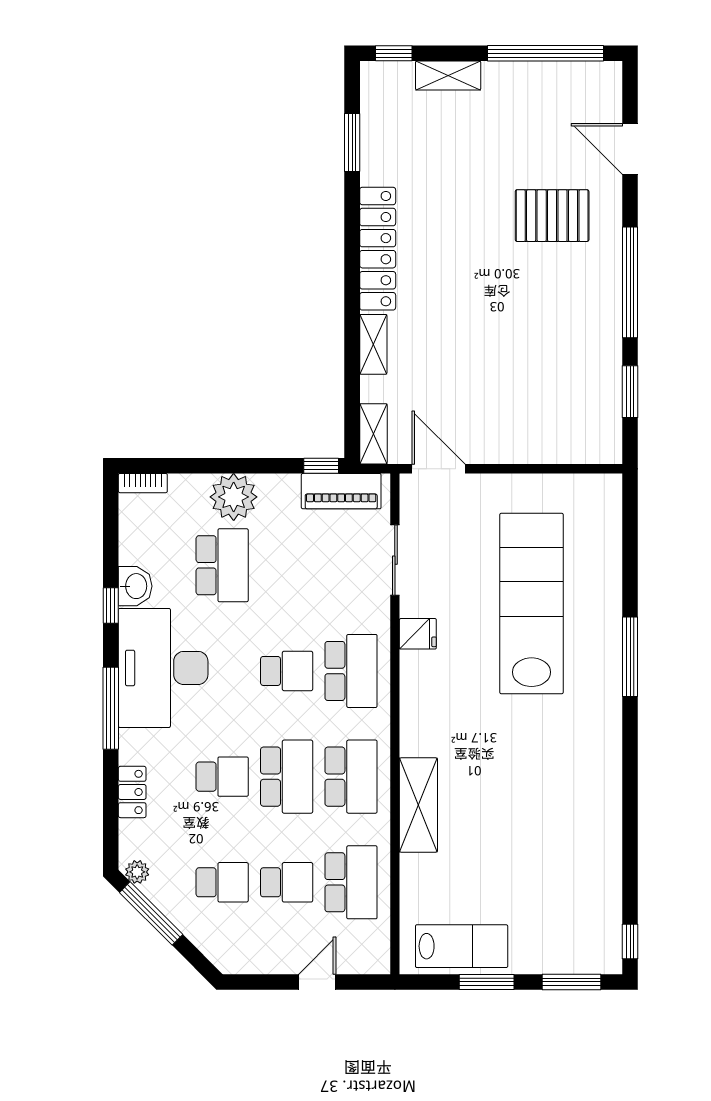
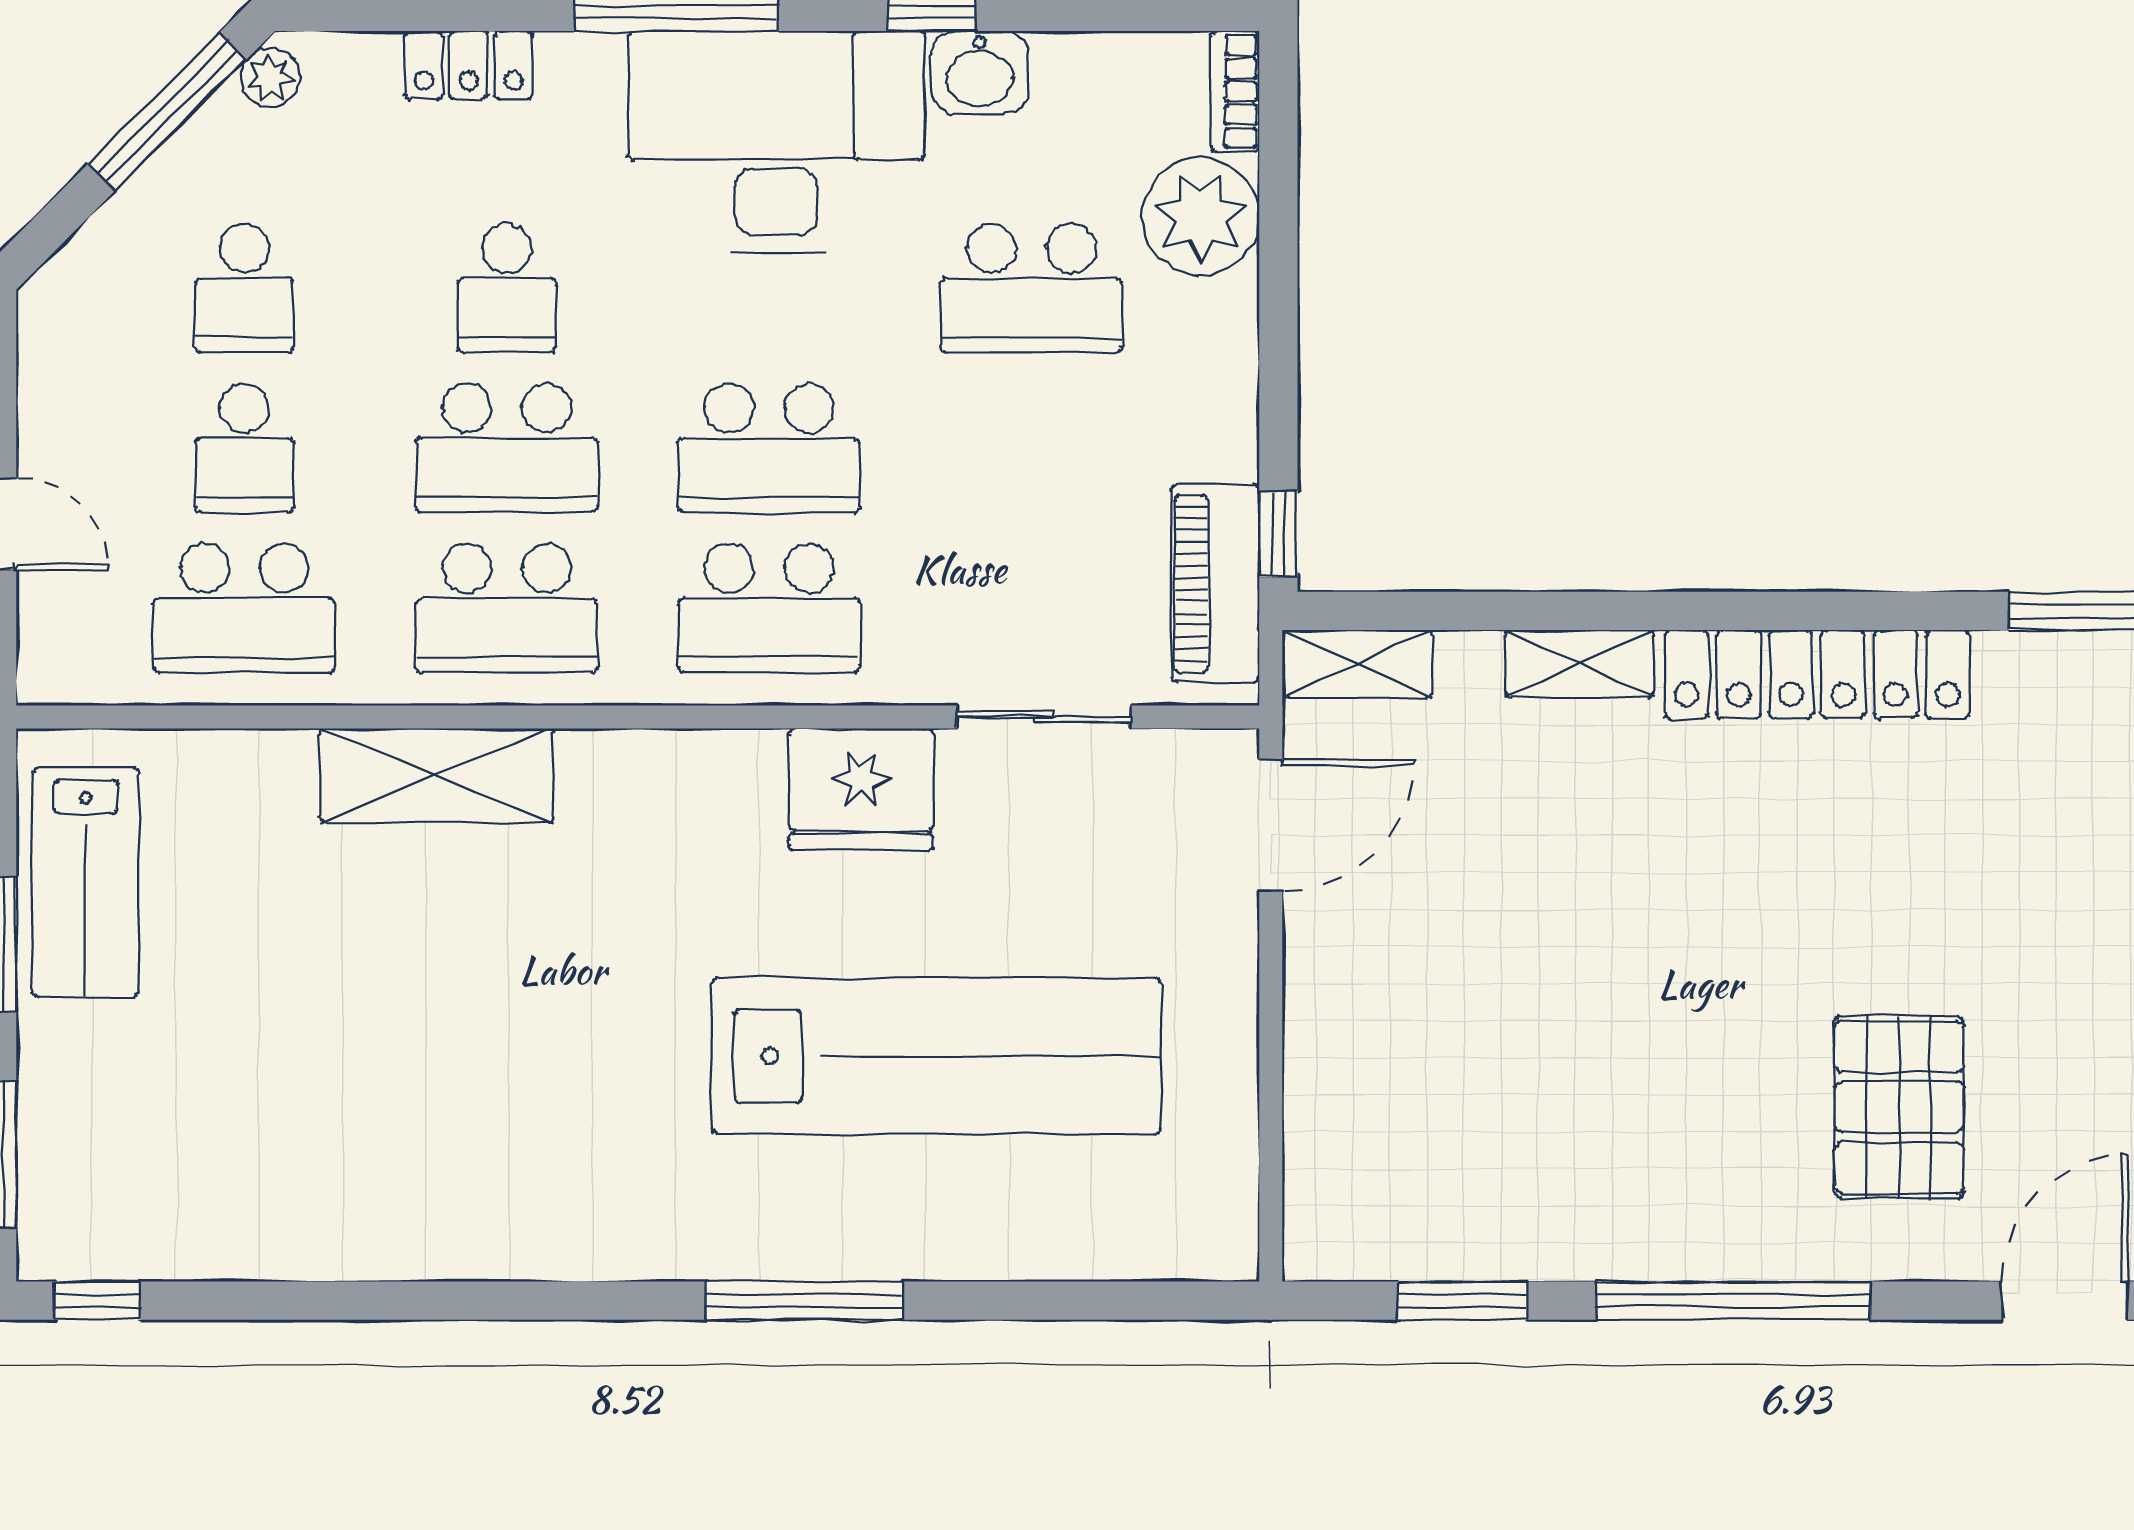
plant: (234, 497) -> (1201, 217), moved
fridge: (418, 634) -> (861, 789), width x1.88, depth x1.34
school desk: (287, 671) -> (769, 448), width x1.85

